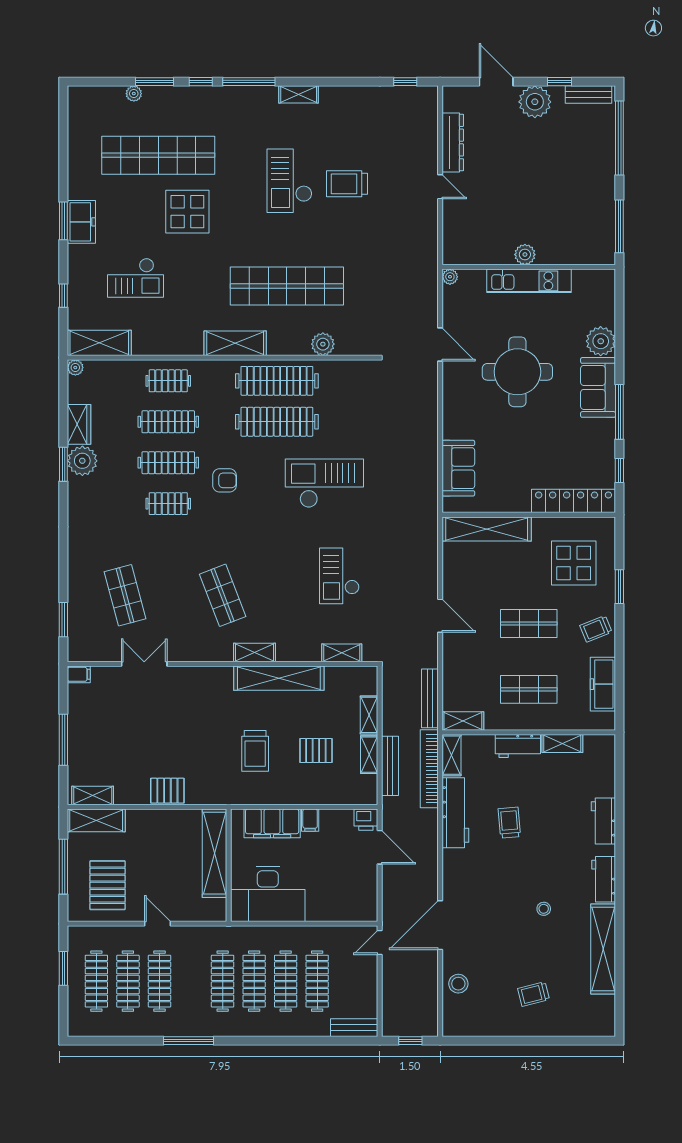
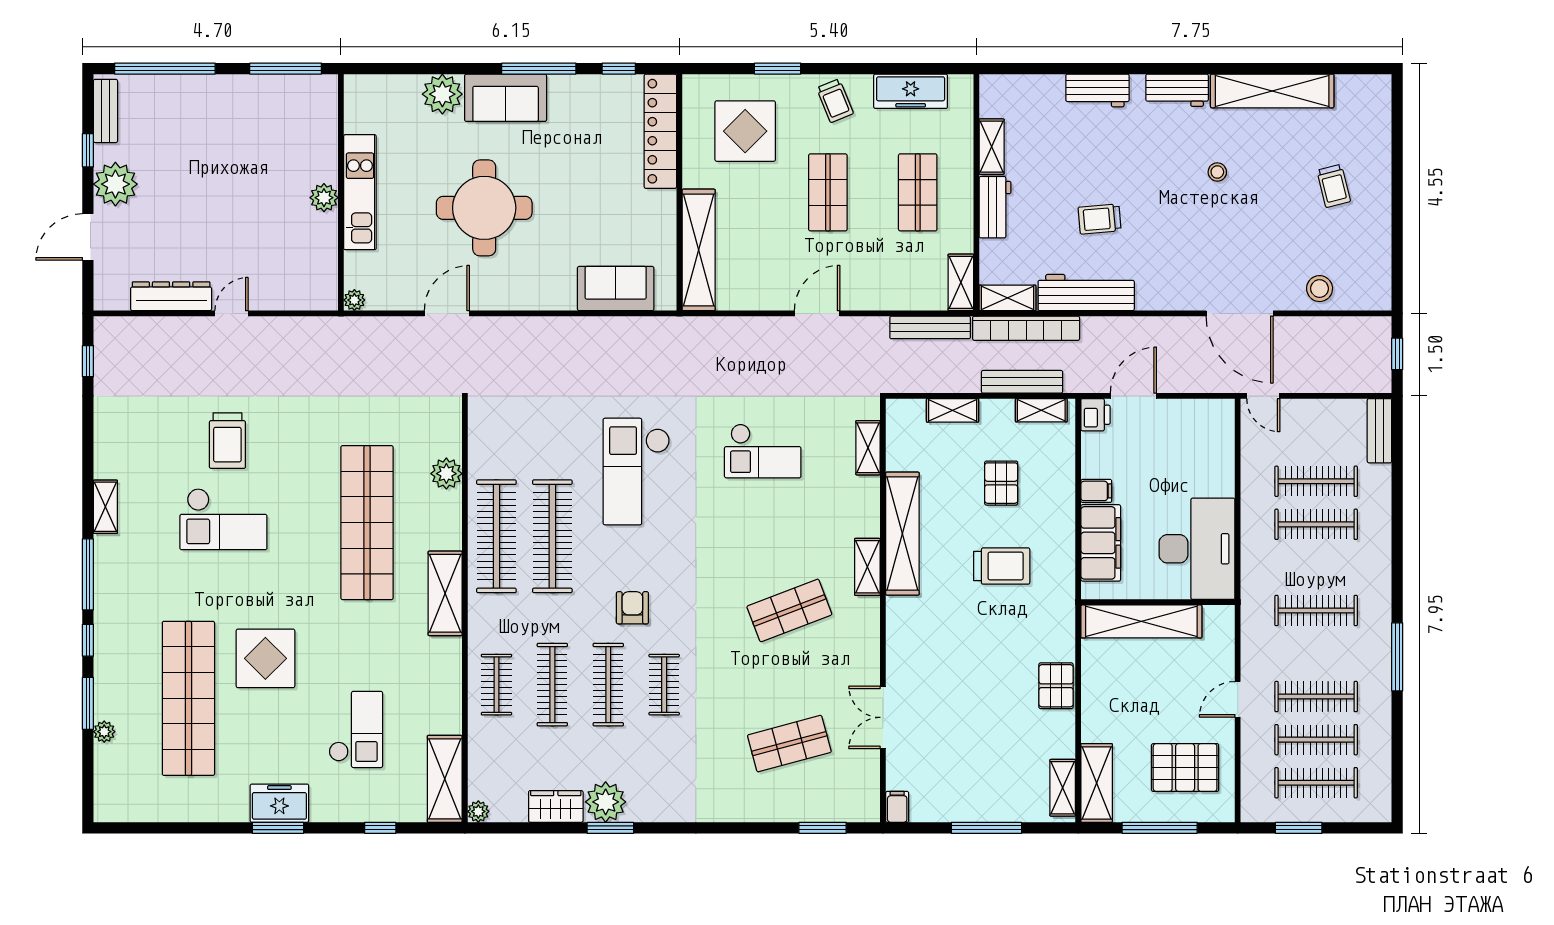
shelving: (369, 755) -> (1041, 410), moved
clothes rail: (254, 981) -> (1316, 567), removed

